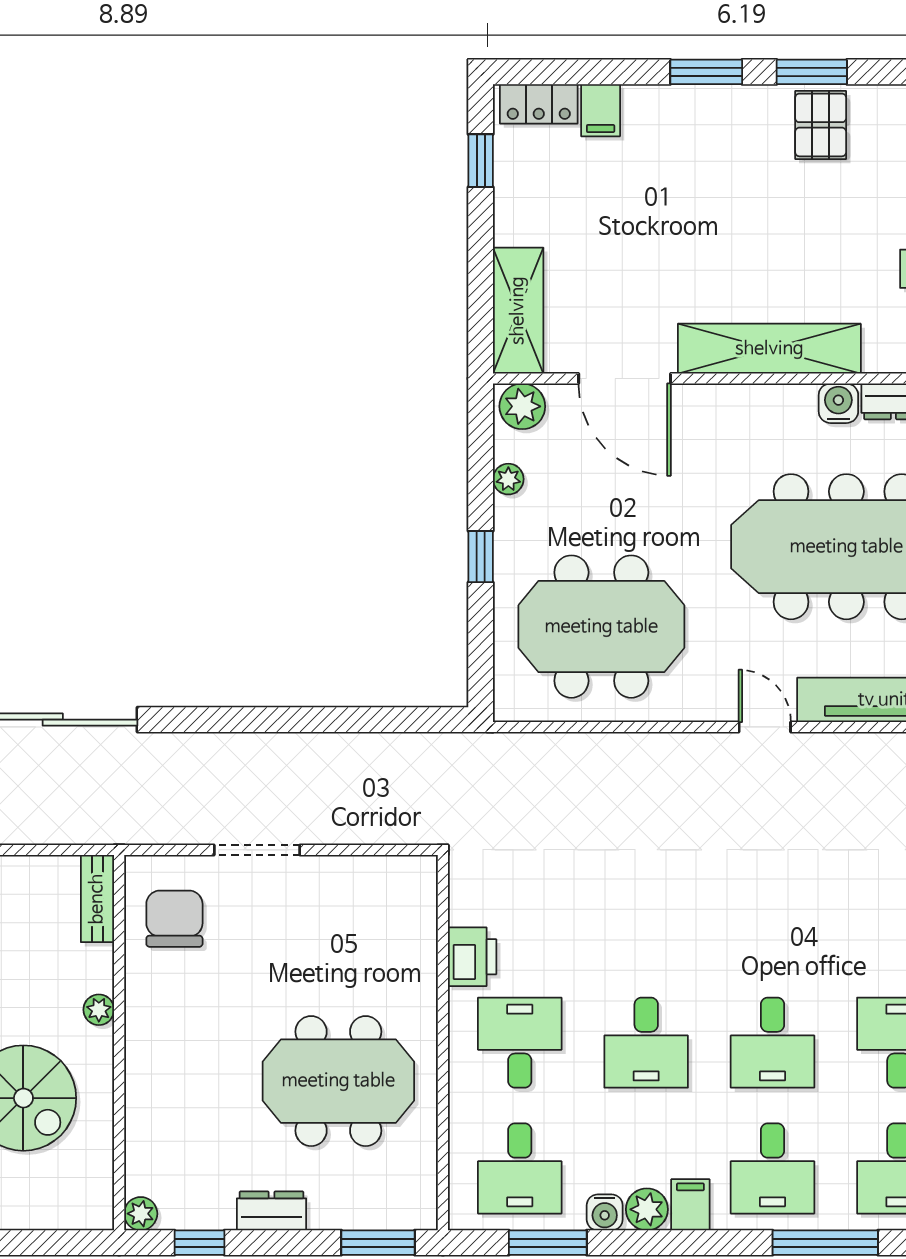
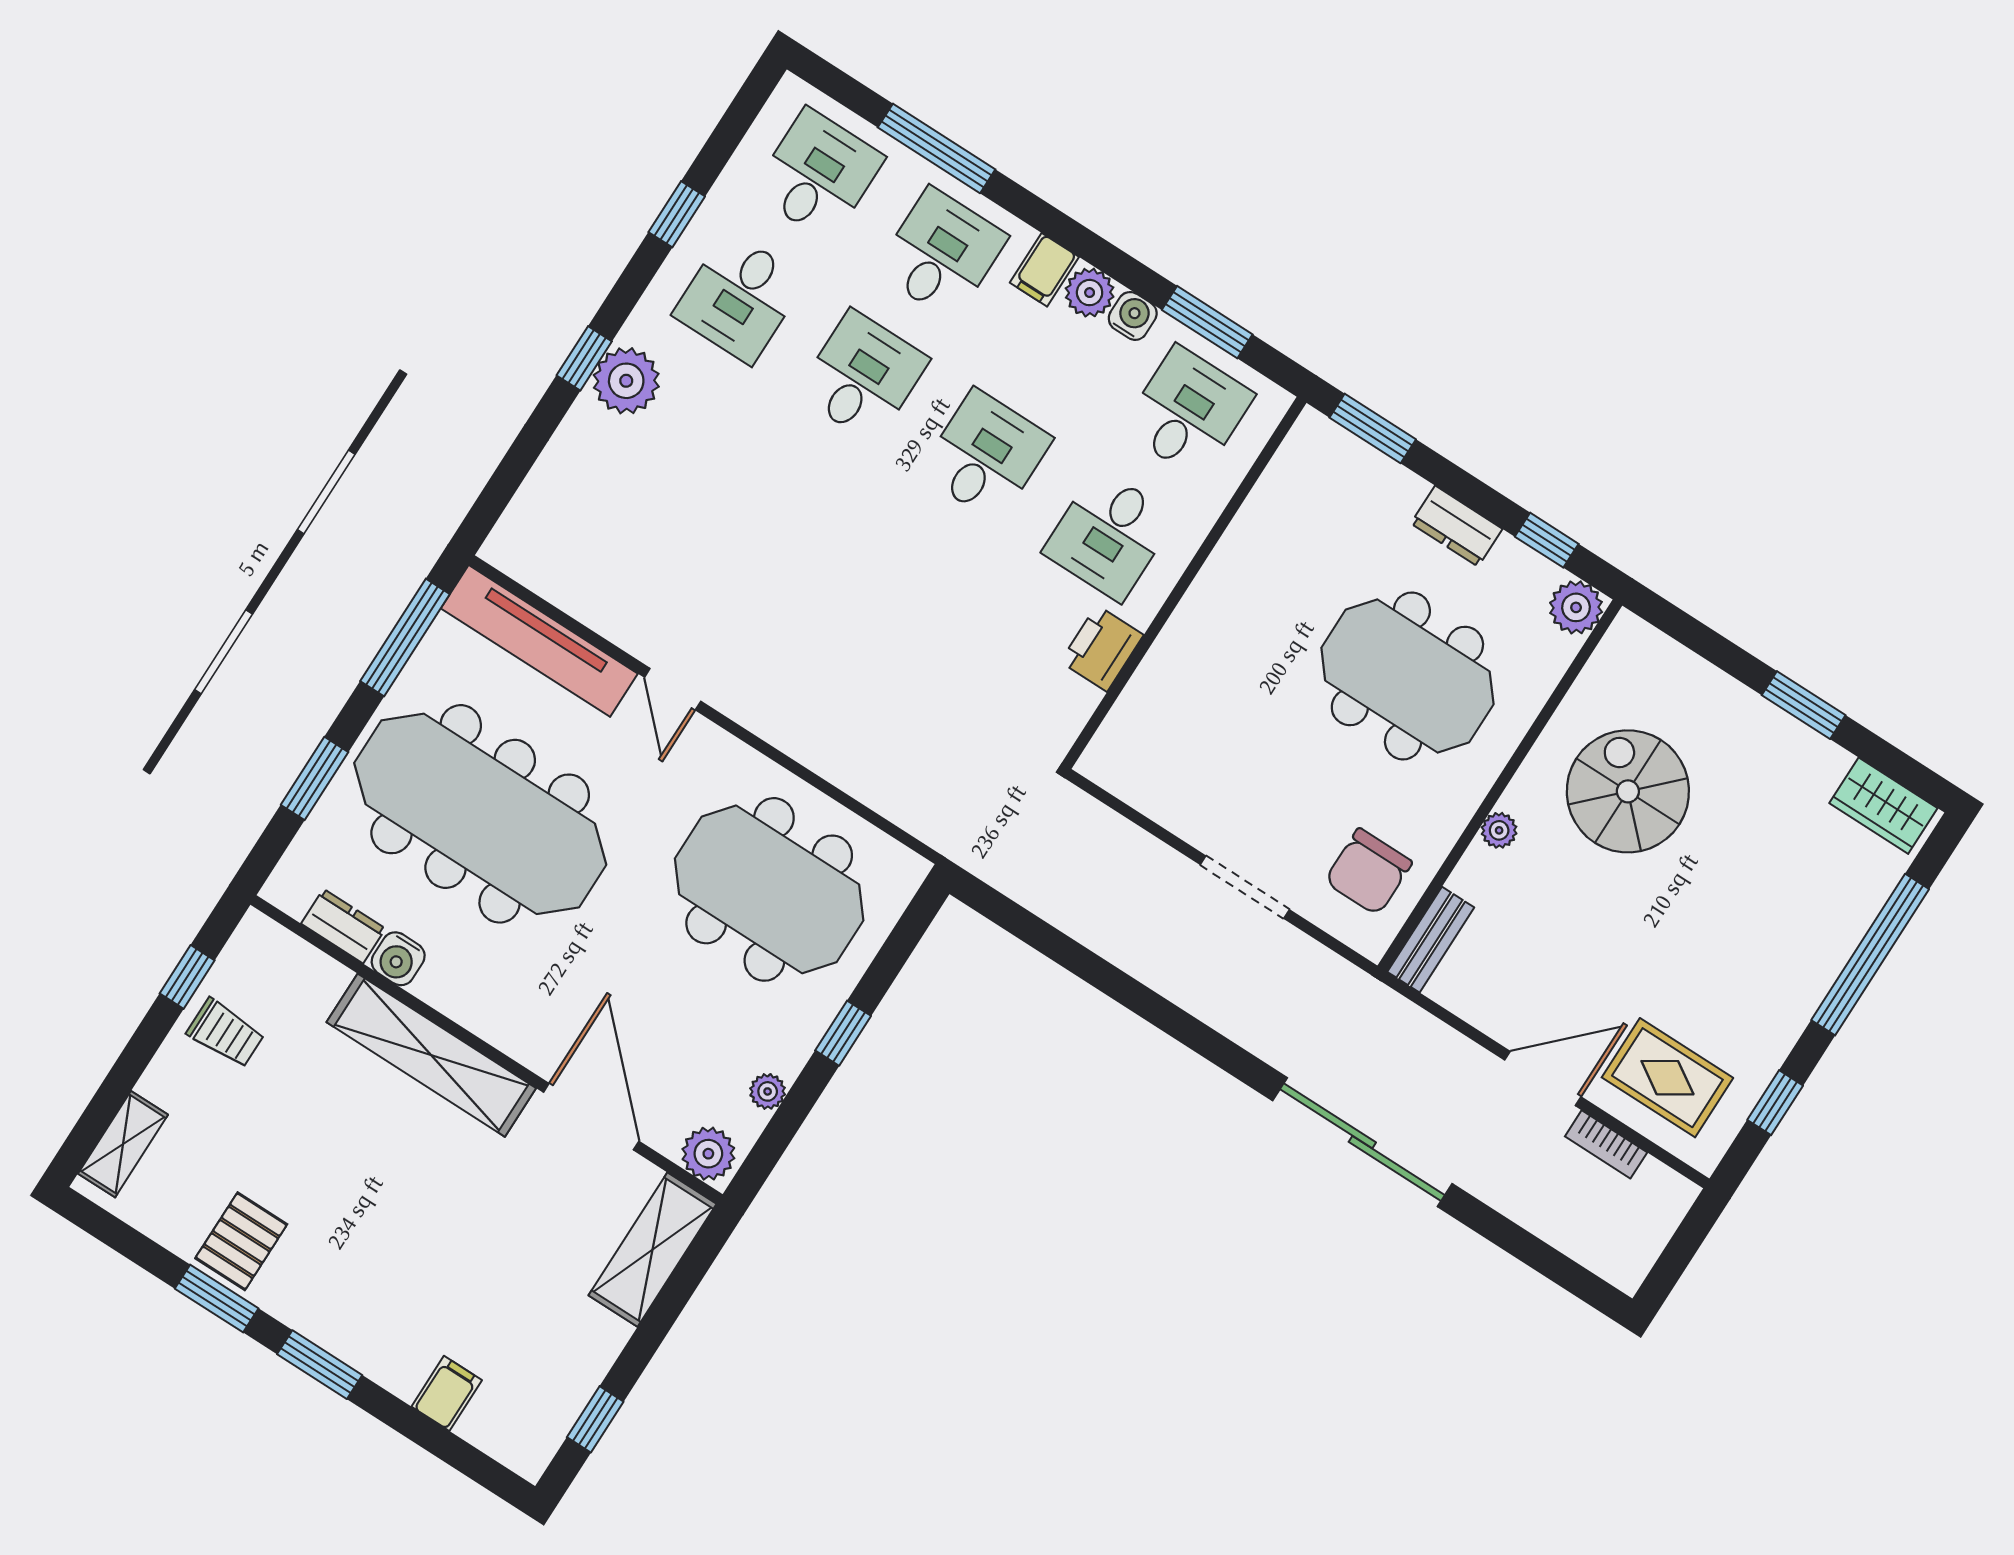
locker: (539, 104) -> (503, 1438), removed
meeting table: (338, 1081) -> (1407, 676), moved
plant: (141, 1214) -> (1576, 607), width x1.38, depth x1.38

